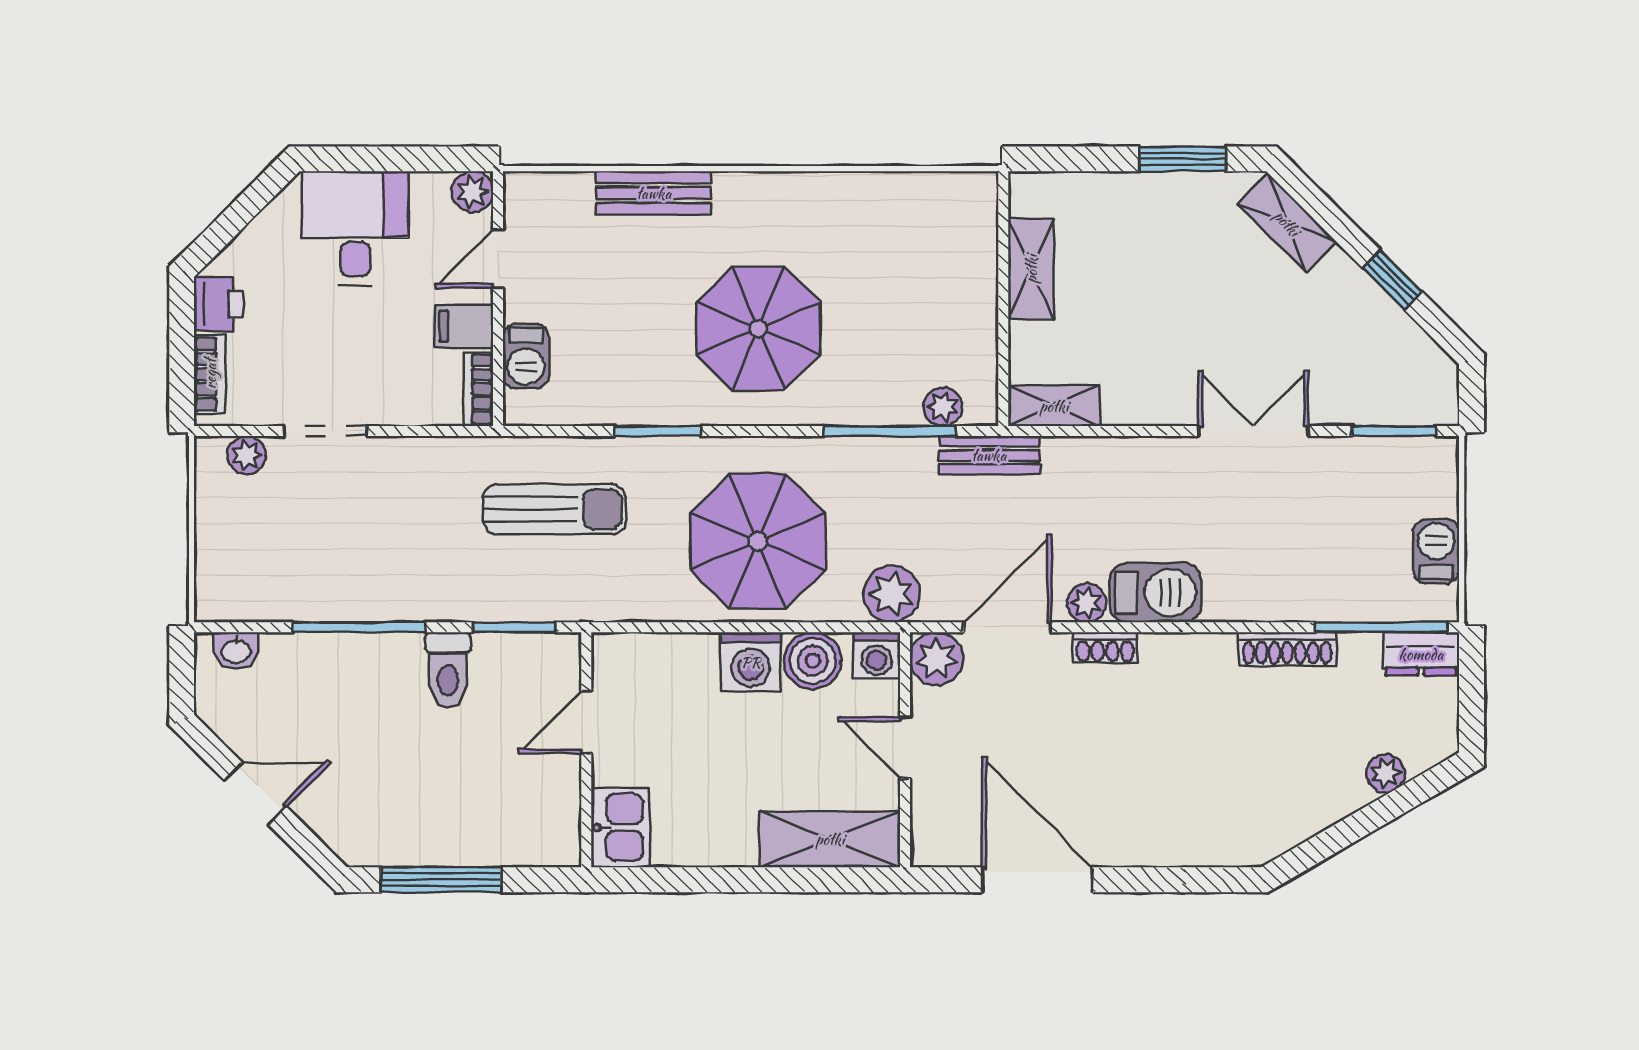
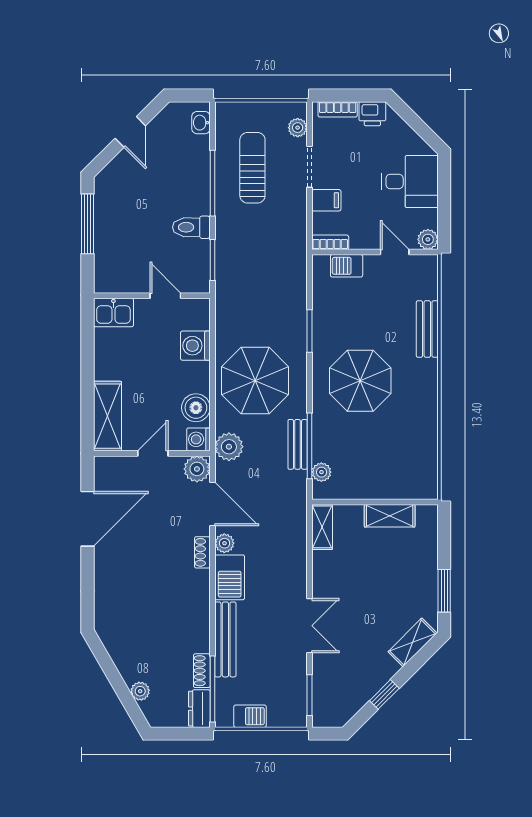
filing cabinet: (464, 326) -> (326, 200), moved, turned 90
bench: (989, 455) -> (298, 444), moved
sun lounger: (554, 509) -> (252, 168), moved, turned 180
bench: (1281, 601) -> (225, 639), added
shoe rack: (1287, 649) -> (202, 671), moved, width x0.70
washing machine: (751, 662) -> (195, 346), moved

